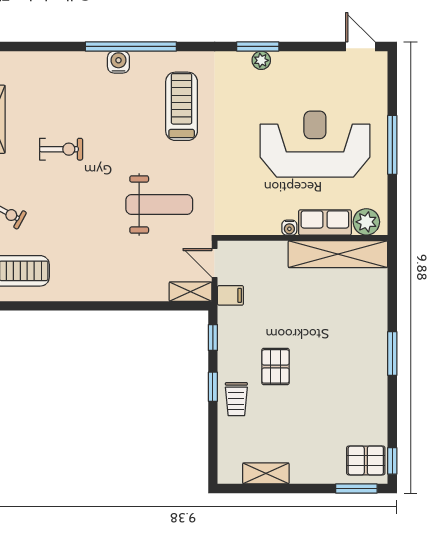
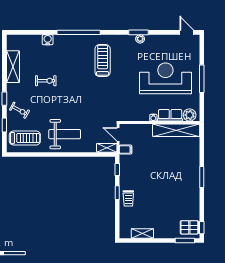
water cooler: (118, 62) -> (48, 40), moved
weight bench: (159, 205) -> (65, 134), moved
pallet: (276, 366) -> (147, 183), removed

